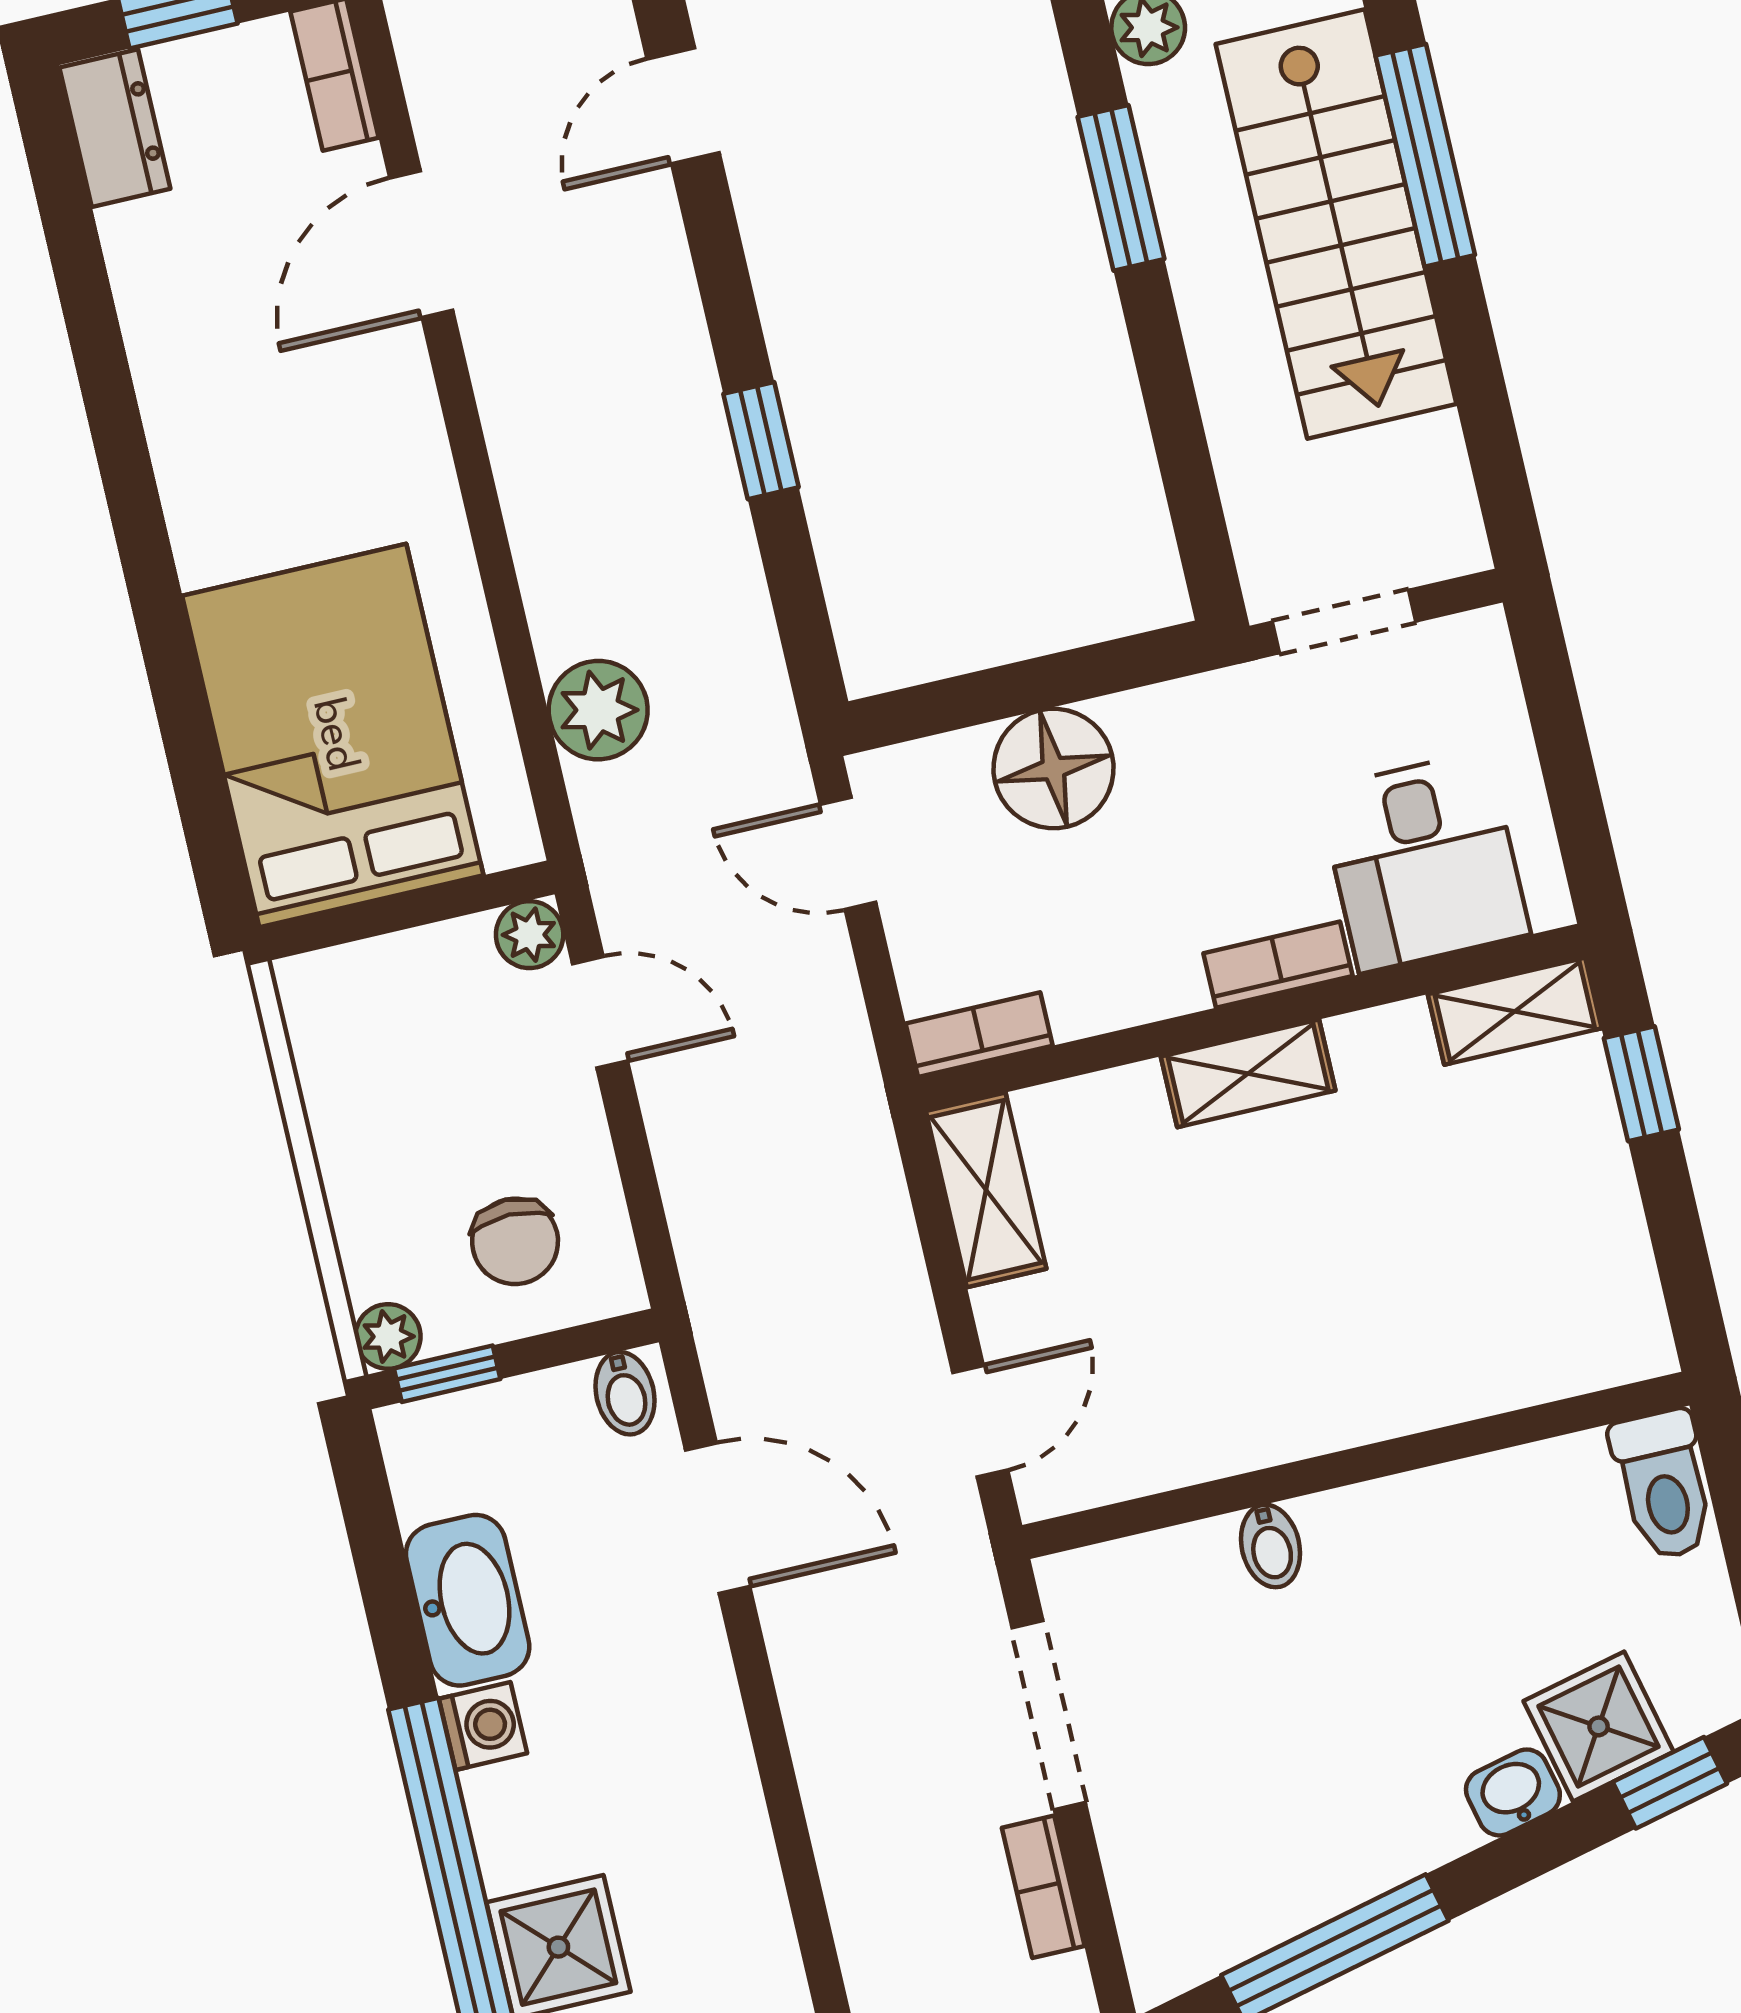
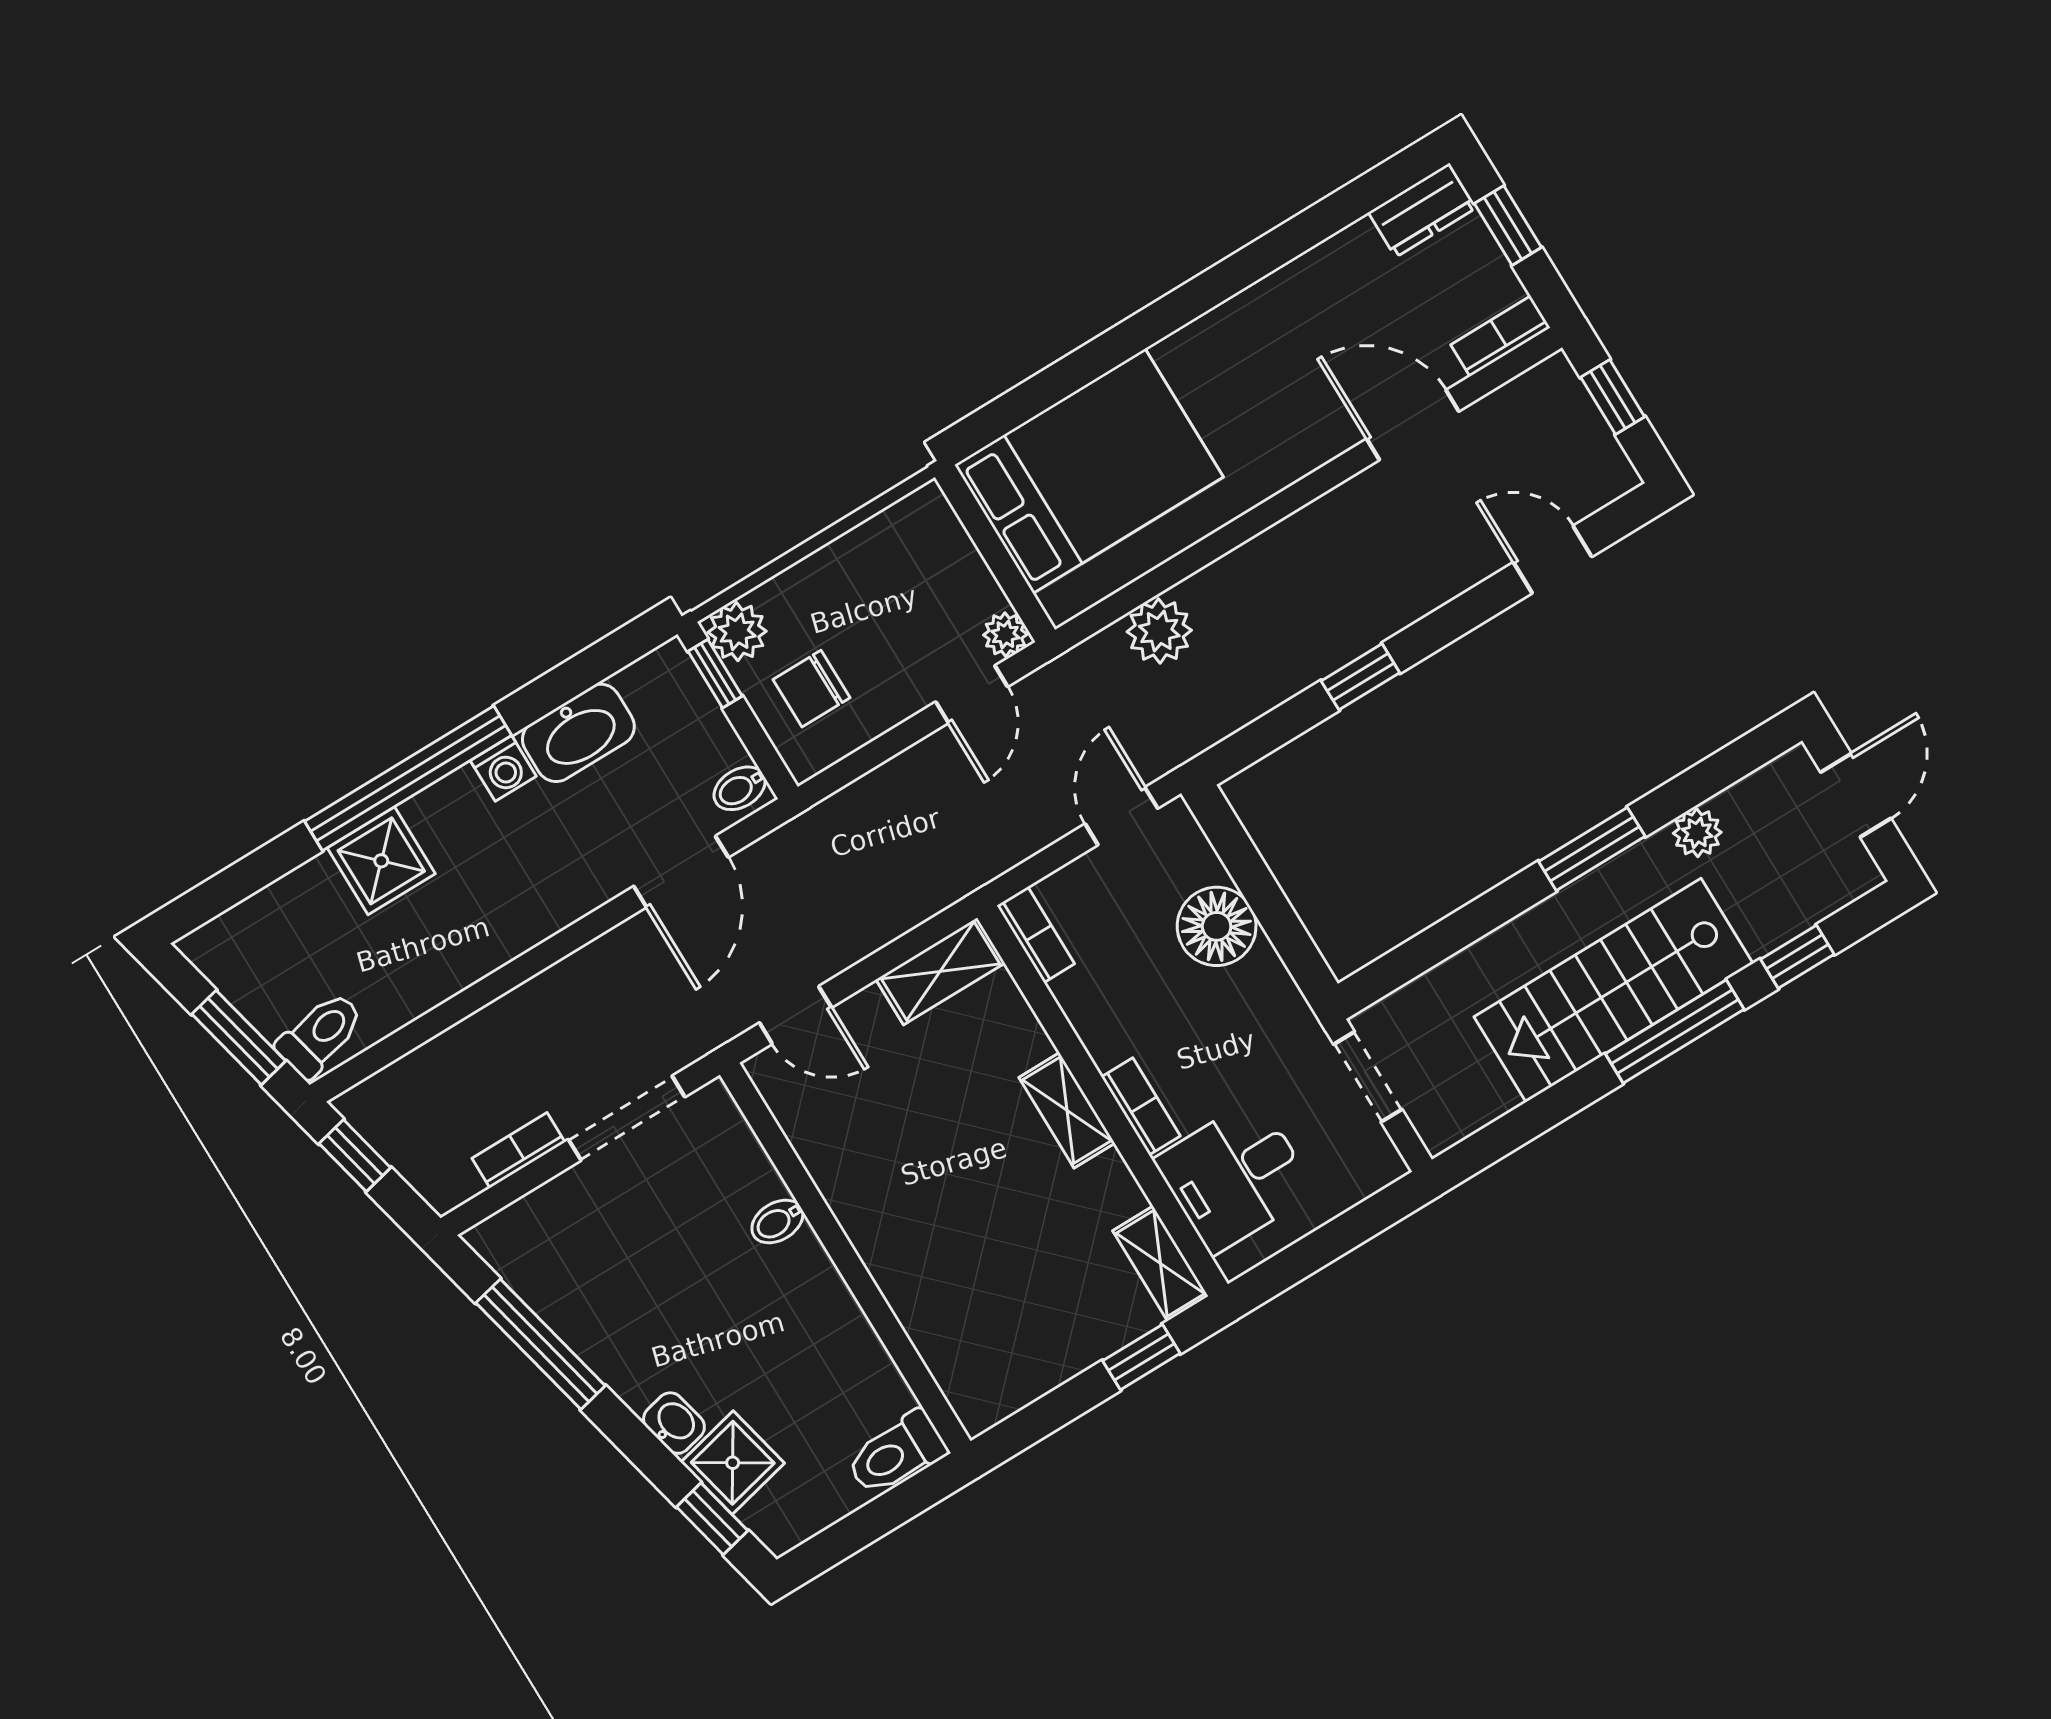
plant: (388, 1336) -> (737, 632), width x1.38, depth x1.38

